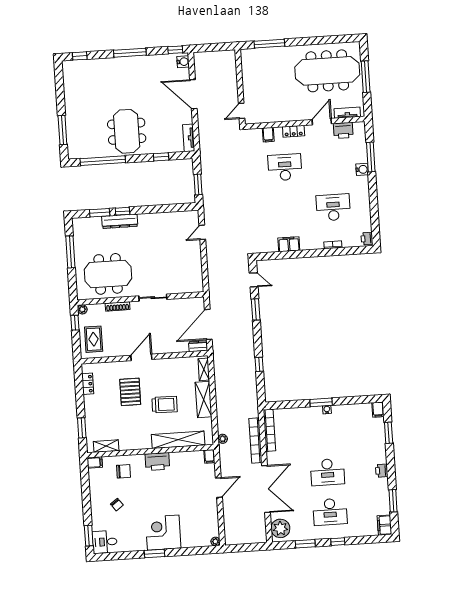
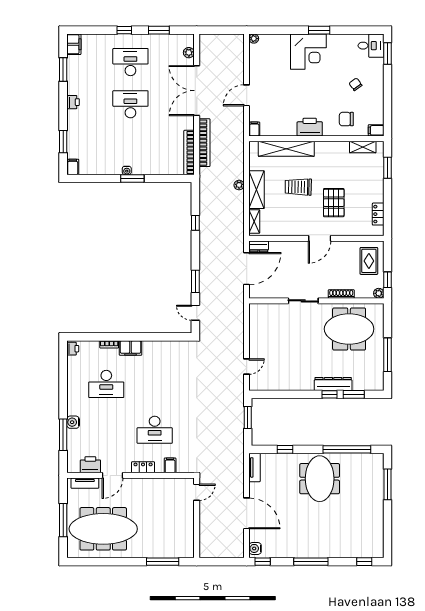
filing cabinet: (289, 244) -> (131, 348), moved
plant: (223, 439) -> (239, 185), moved
plant: (280, 528) -> (189, 53), width x0.53, depth x0.53

